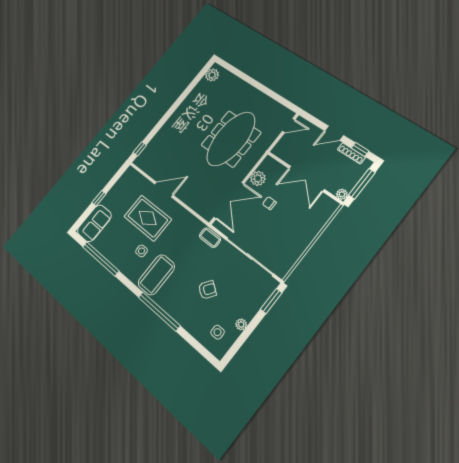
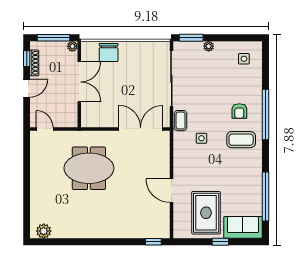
door: (334, 133) -> (27, 88), hinge flipped
meeting table: (231, 139) -> (89, 168), width x0.73
plant: (258, 178) -> (106, 120), removed
chair: (269, 203) -> (109, 52), moved, width x1.87, depth x1.87
rug: (148, 218) -> (206, 213), moved
side table: (142, 251) -> (201, 138), moved
coffee table: (156, 275) -> (241, 140), width x0.73, depth x0.76
armchair: (207, 290) -> (239, 111), moved, turned -125
plant: (241, 324) -> (209, 46), moved

